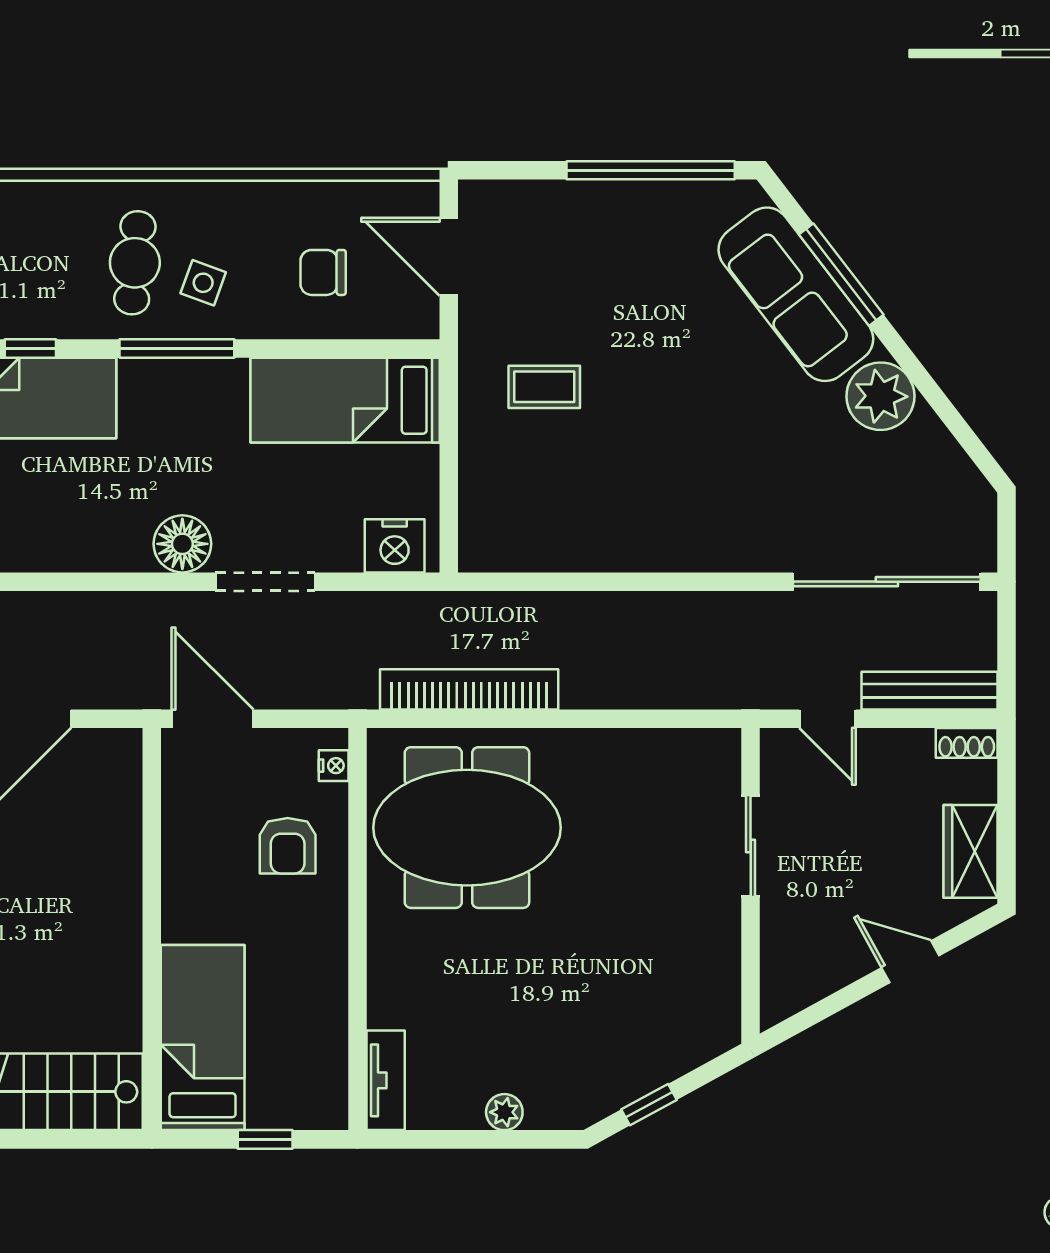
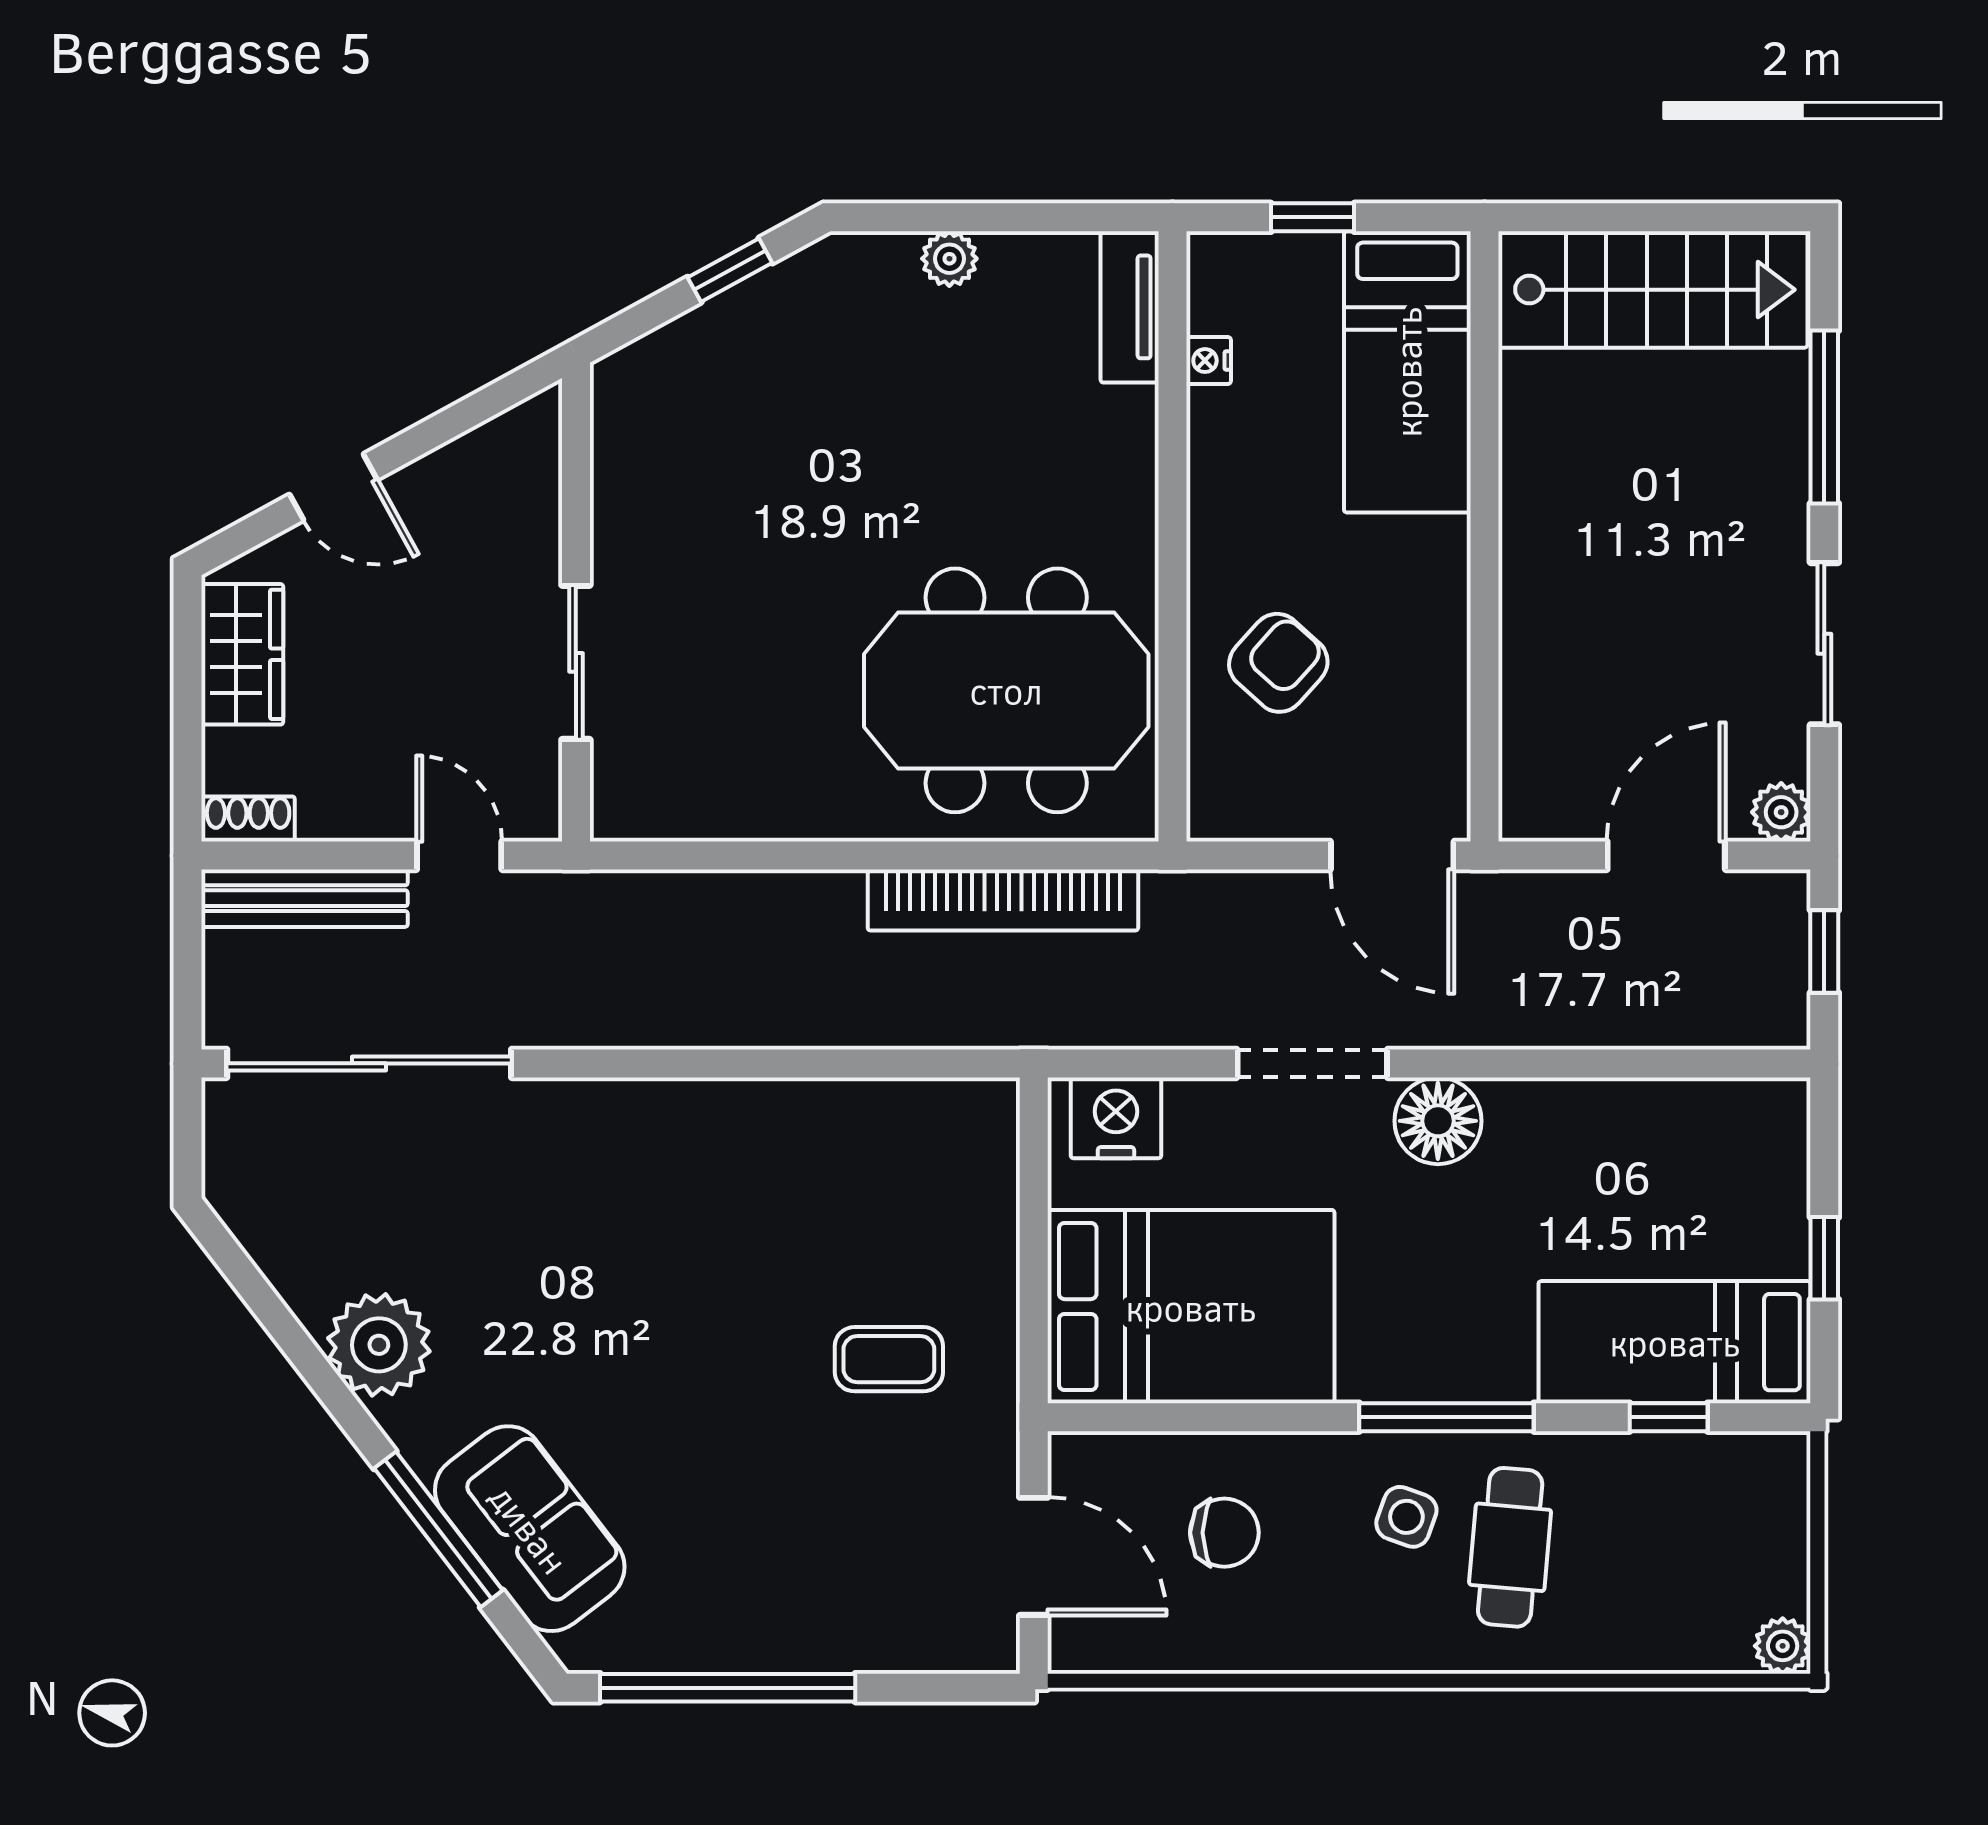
sofa: (796, 294) -> (530, 1529), width x0.73
bed: (345, 400) -> (1191, 1307), width x1.50
nightstand: (334, 766) -> (1209, 361), moved
armchair: (288, 846) -> (1278, 663), turned 42

